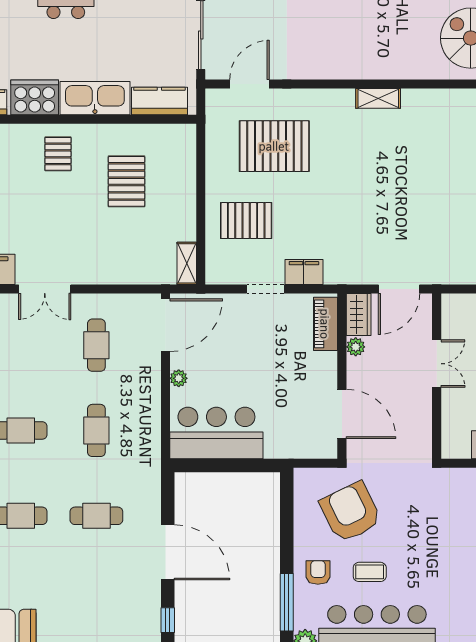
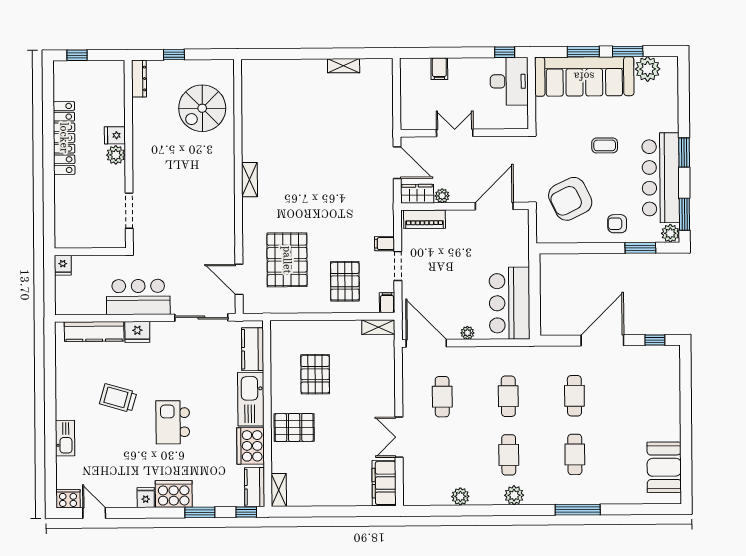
pallet: (58, 154) -> (294, 427), width x1.50, depth x1.42
pallet: (126, 181) -> (315, 374), turned 90
filing cabinet: (304, 272) -> (384, 244), width x0.50
filing cabinet: (218, 275) -> (387, 303), added
double door: (45, 289) -> (399, 437), swing flipped
cafe table: (96, 345) -> (442, 397), turned 90
cafe table: (96, 430) -> (508, 396), turned 90
coffee table: (370, 572) -> (605, 145), moved, turned 90
window: (287, 602) -> (640, 248), width x0.69

